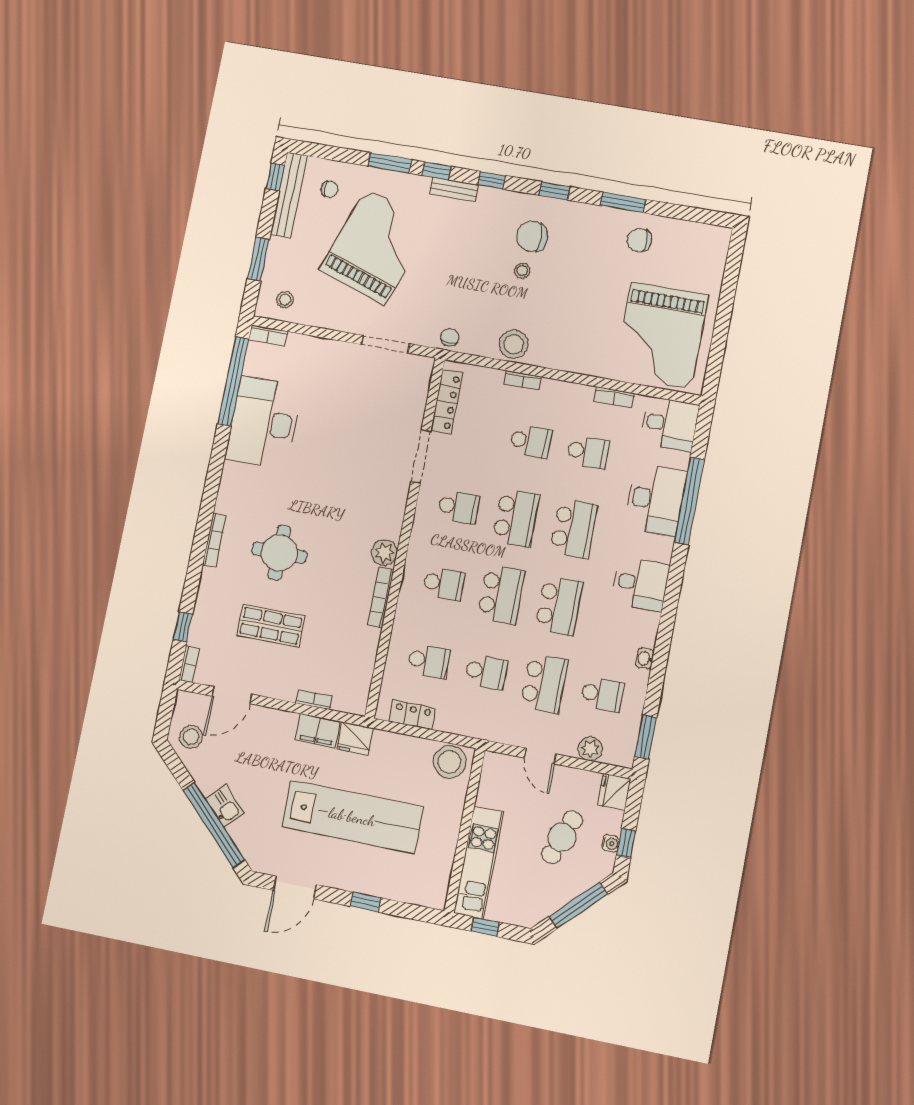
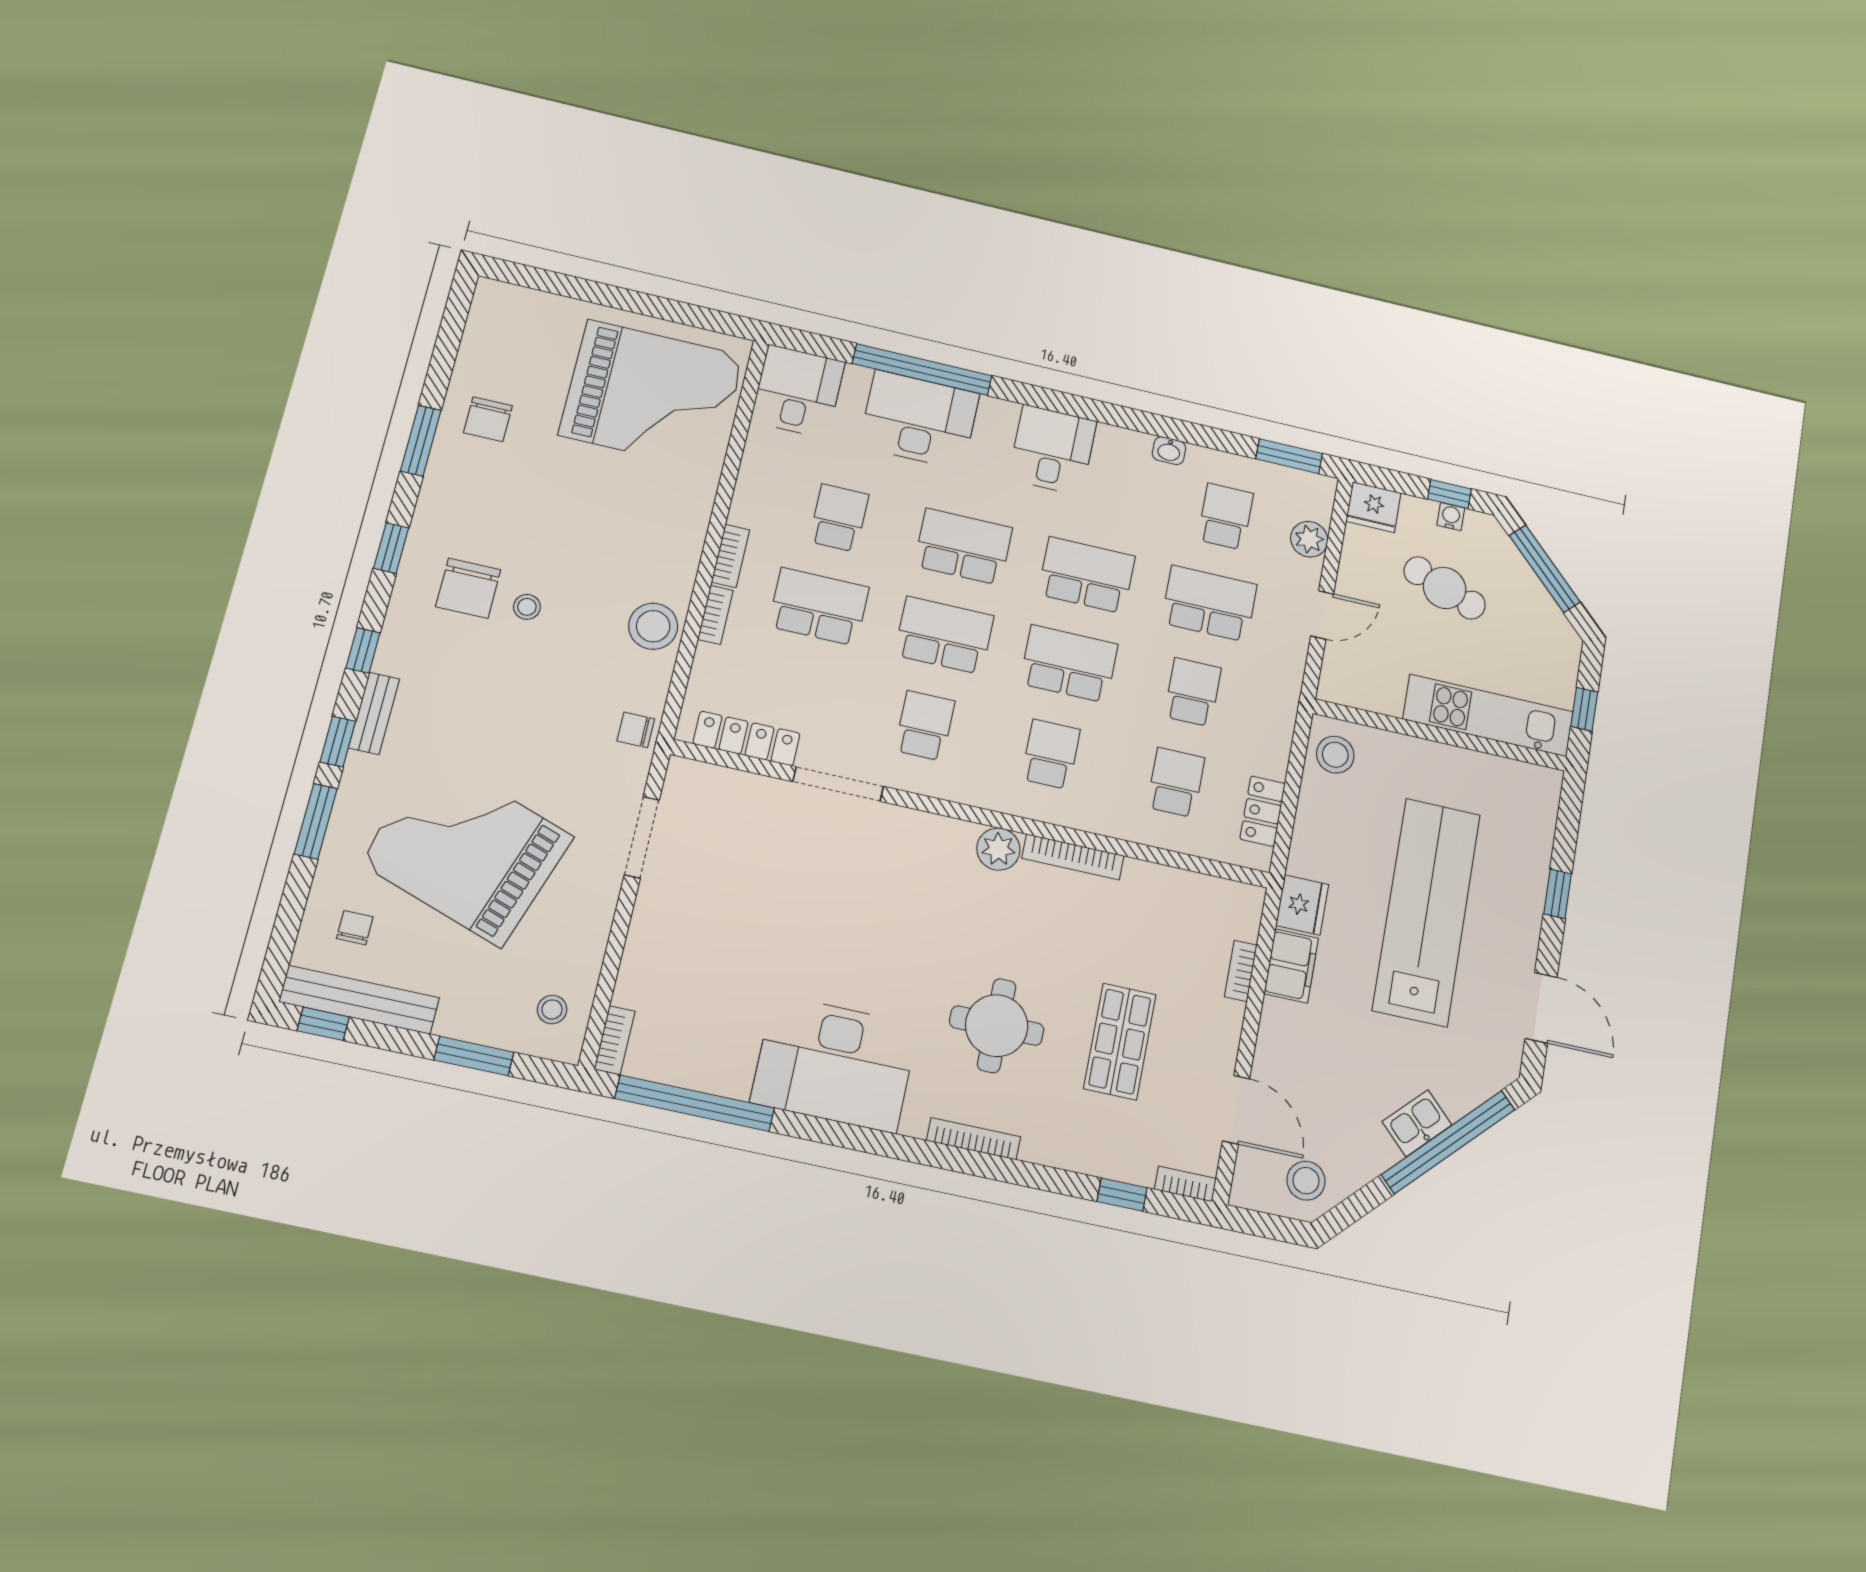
bookcase: (614, 397) -> (730, 556), moved
desk: (264, 423) -> (835, 1064), moved
school desk: (530, 441) -> (819, 607), width x1.85
stool: (450, 762) -> (1335, 755), width x0.73, depth x0.73

